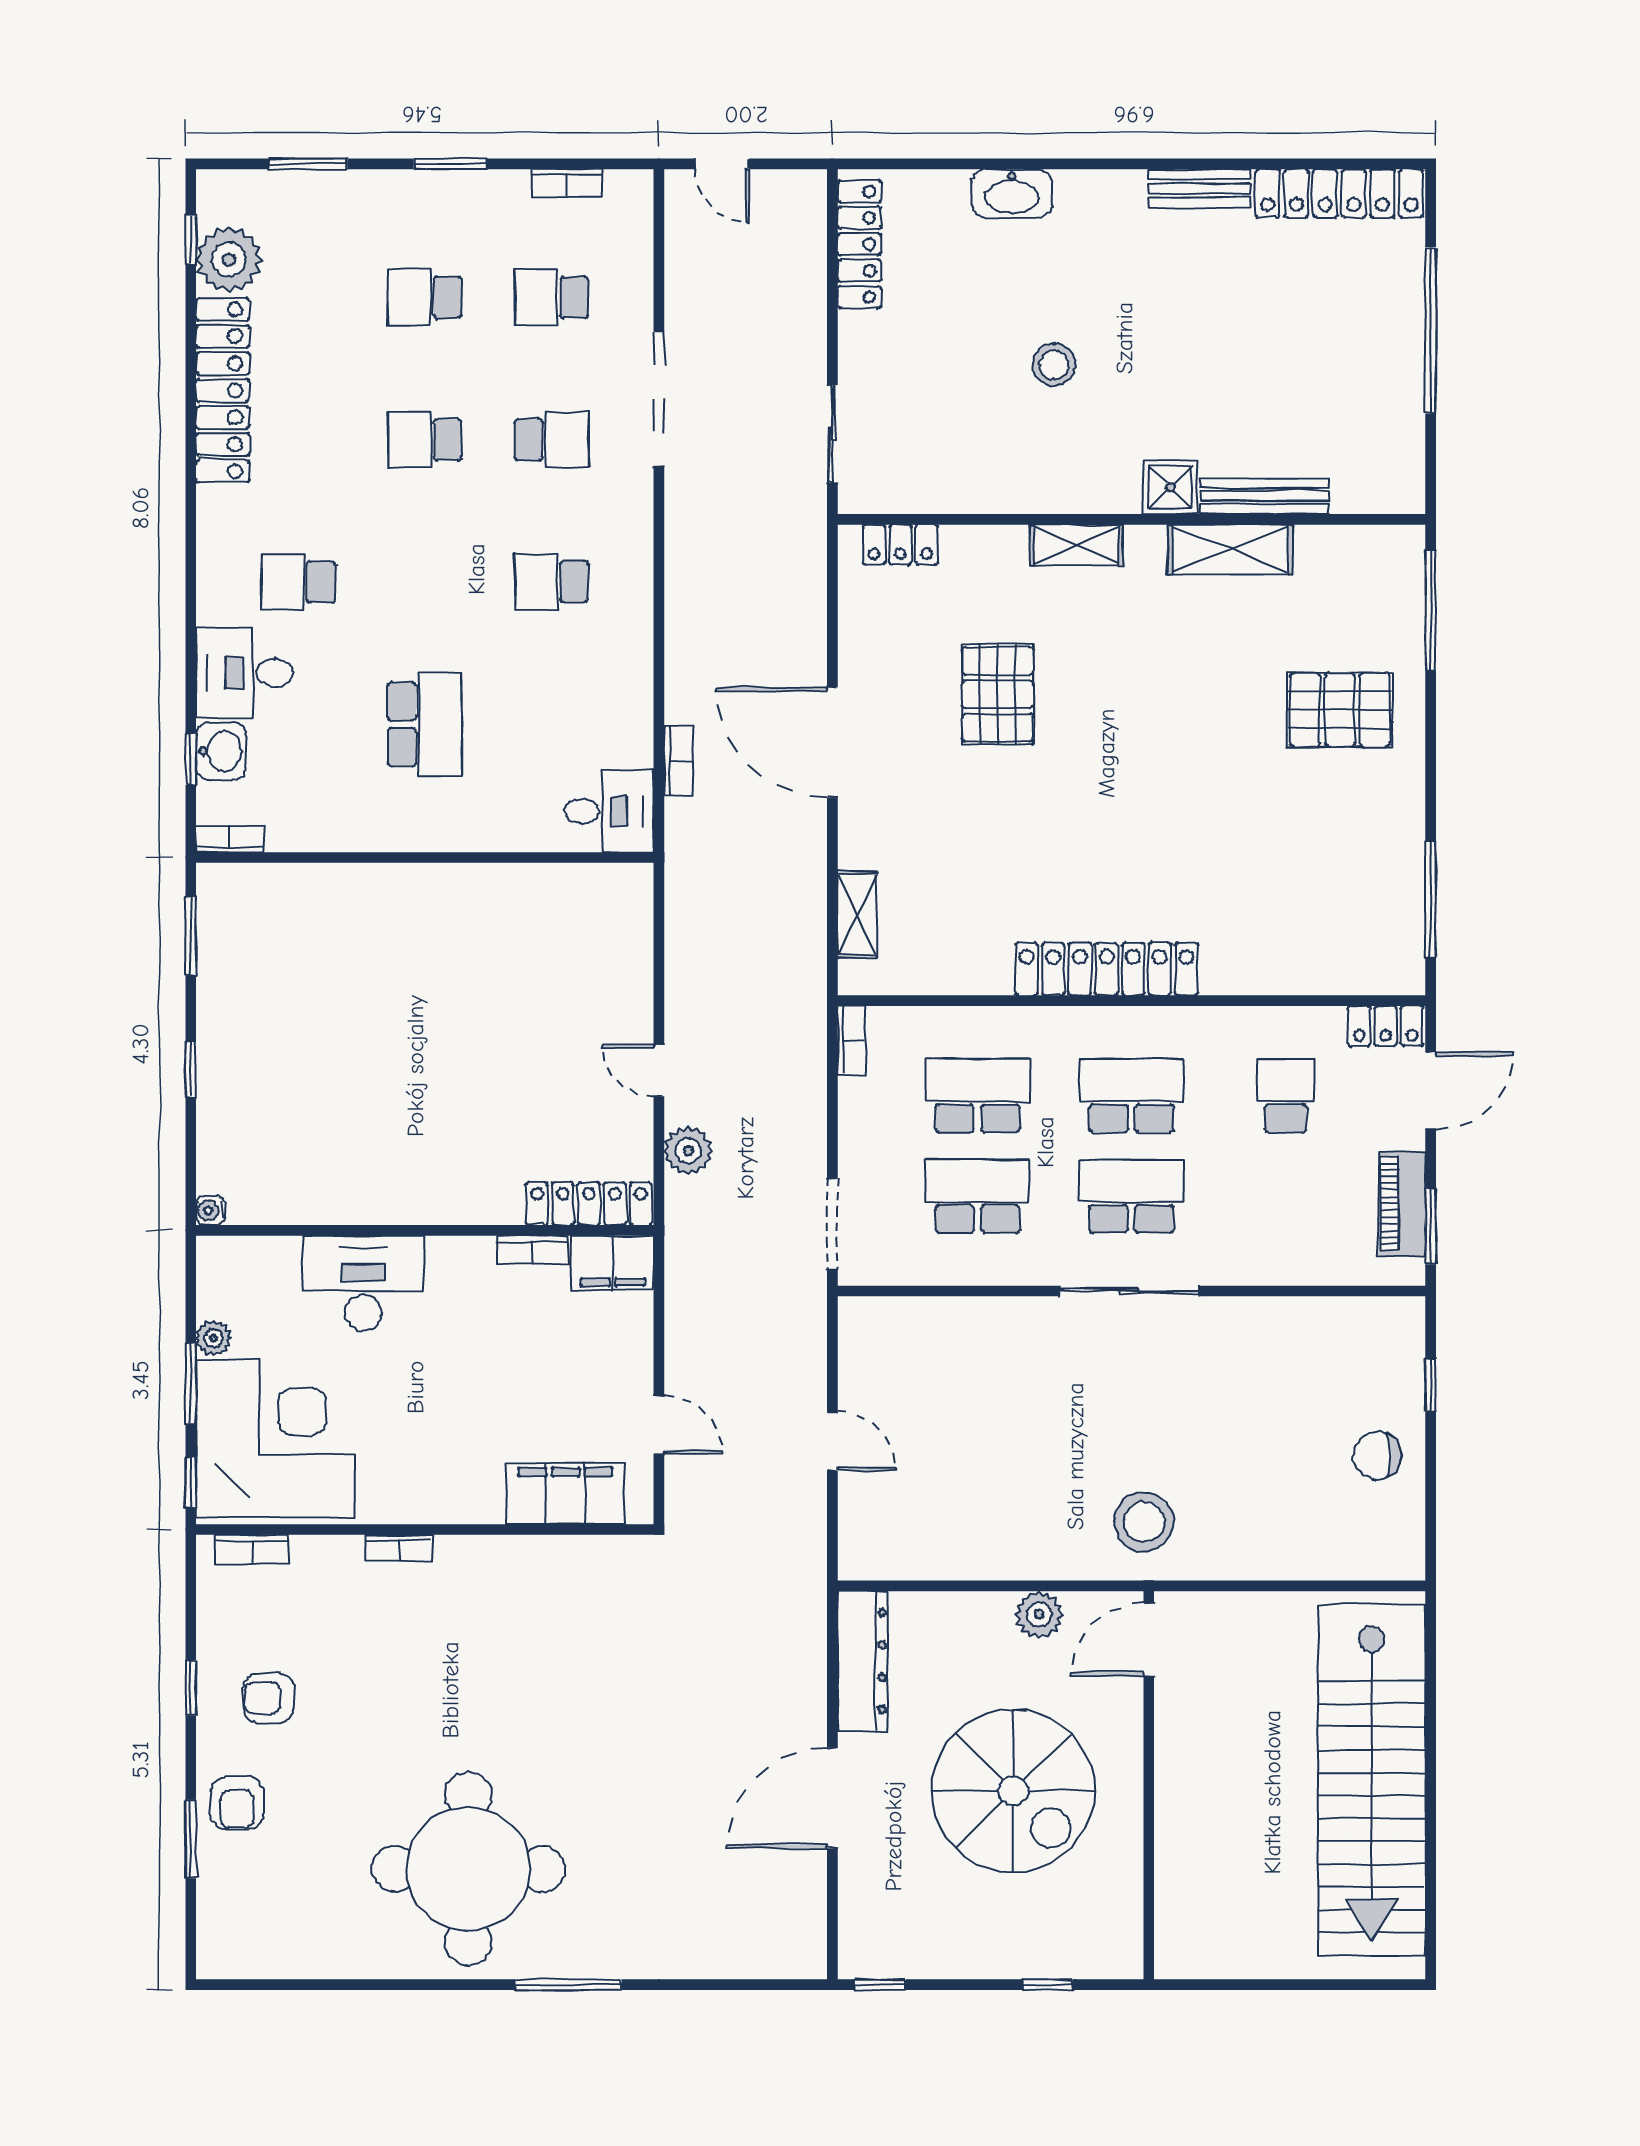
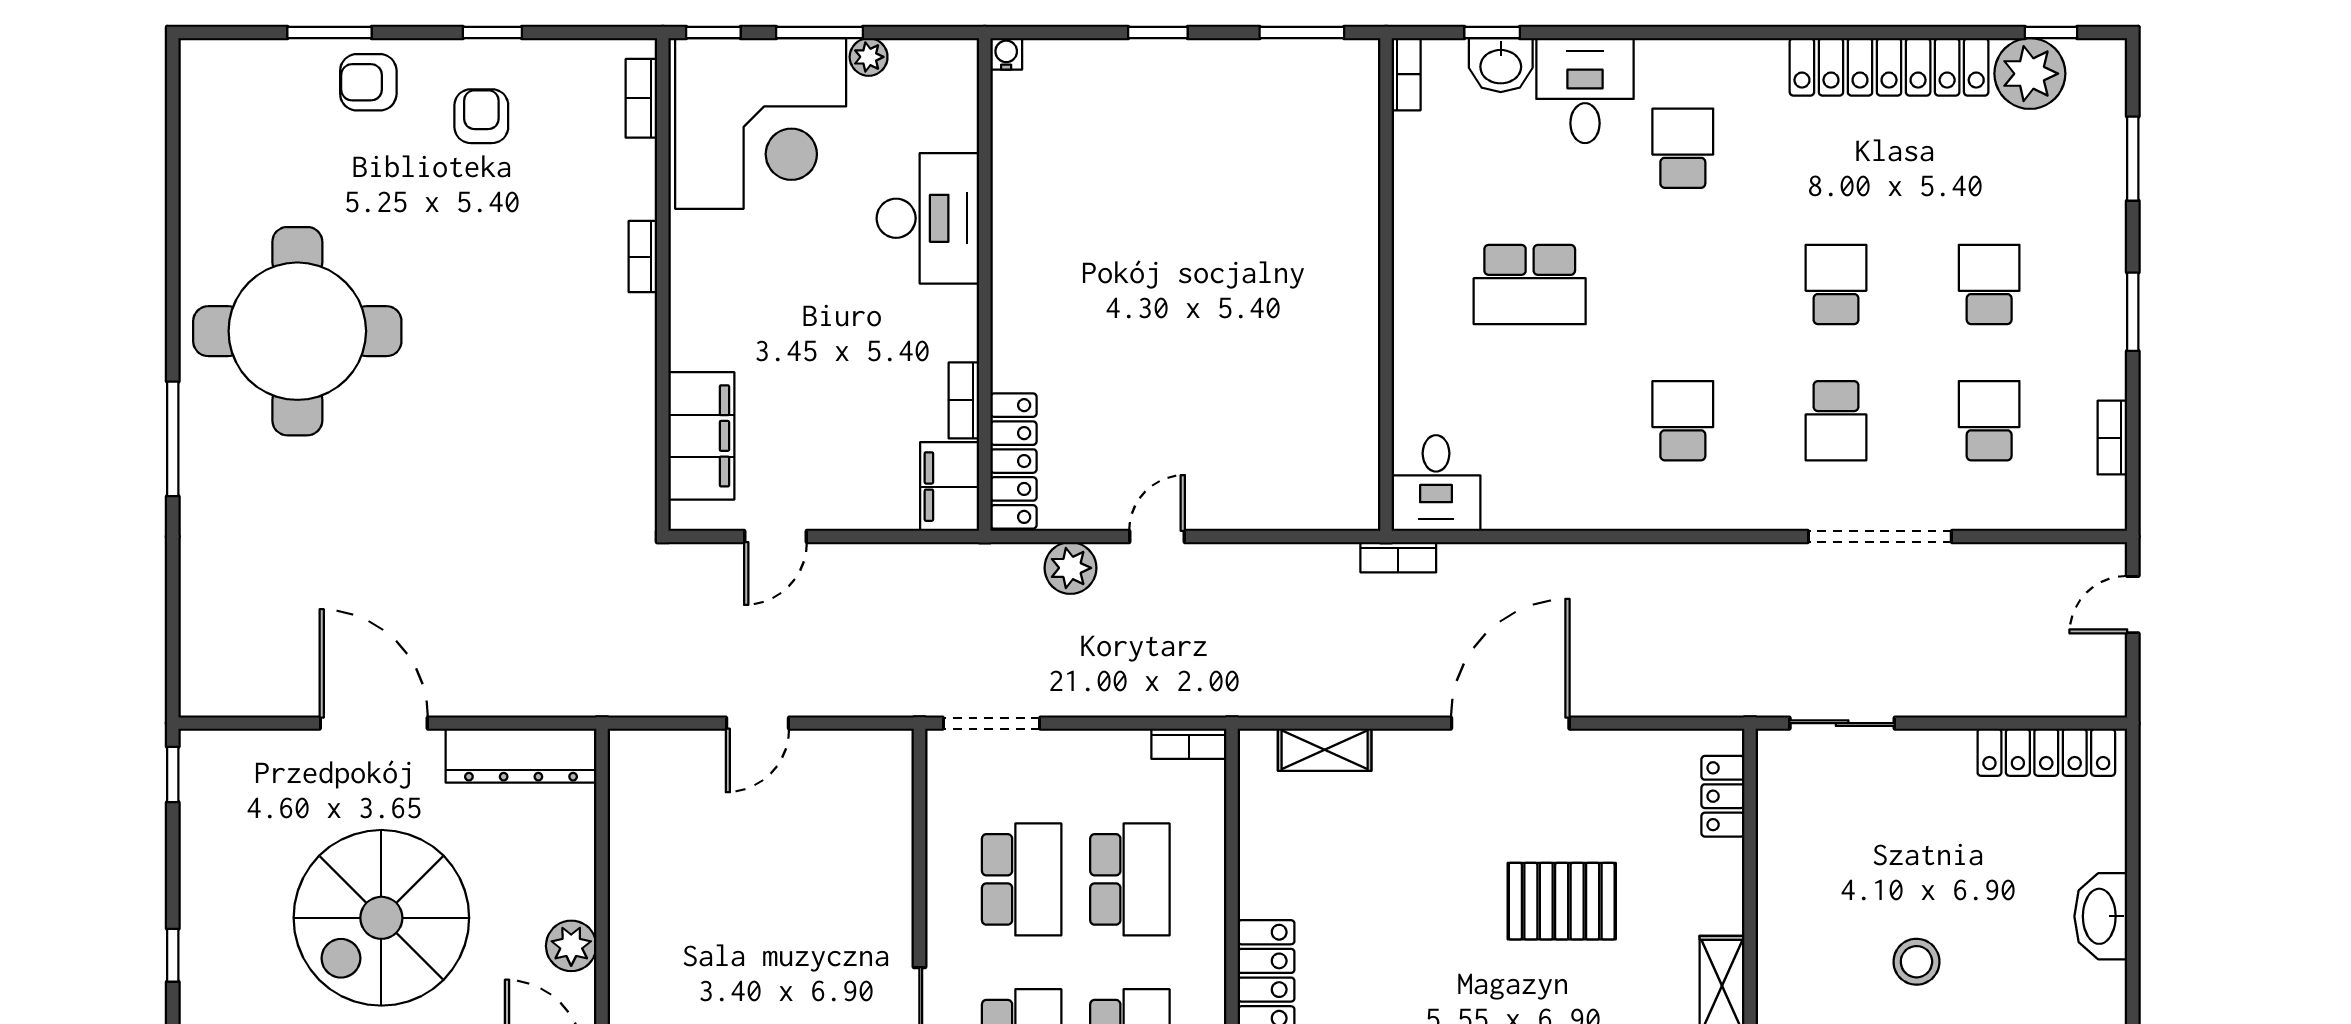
bookcase: (678, 761) -> (1398, 557), moved

